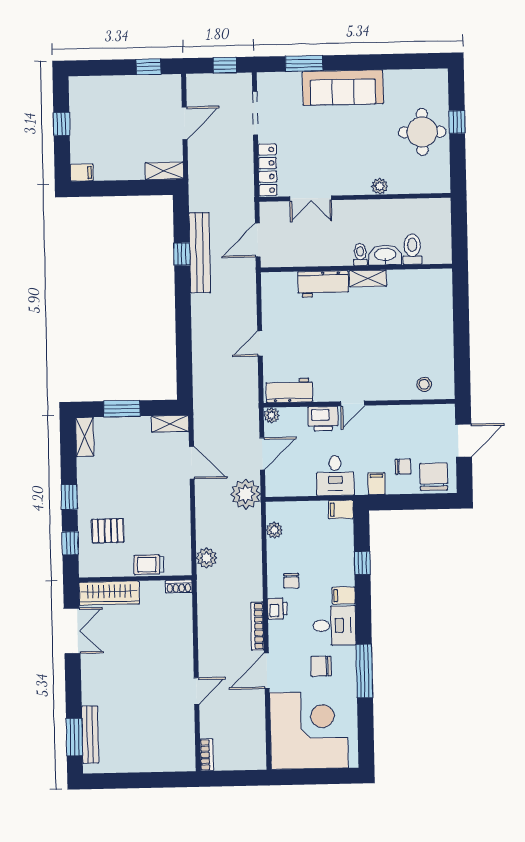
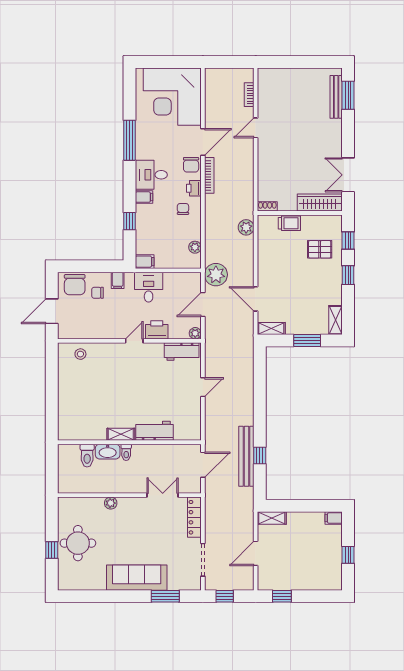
chair: (321, 666) -> (191, 165), moved, turned 90
bookcase: (207, 755) -> (249, 95), moved

